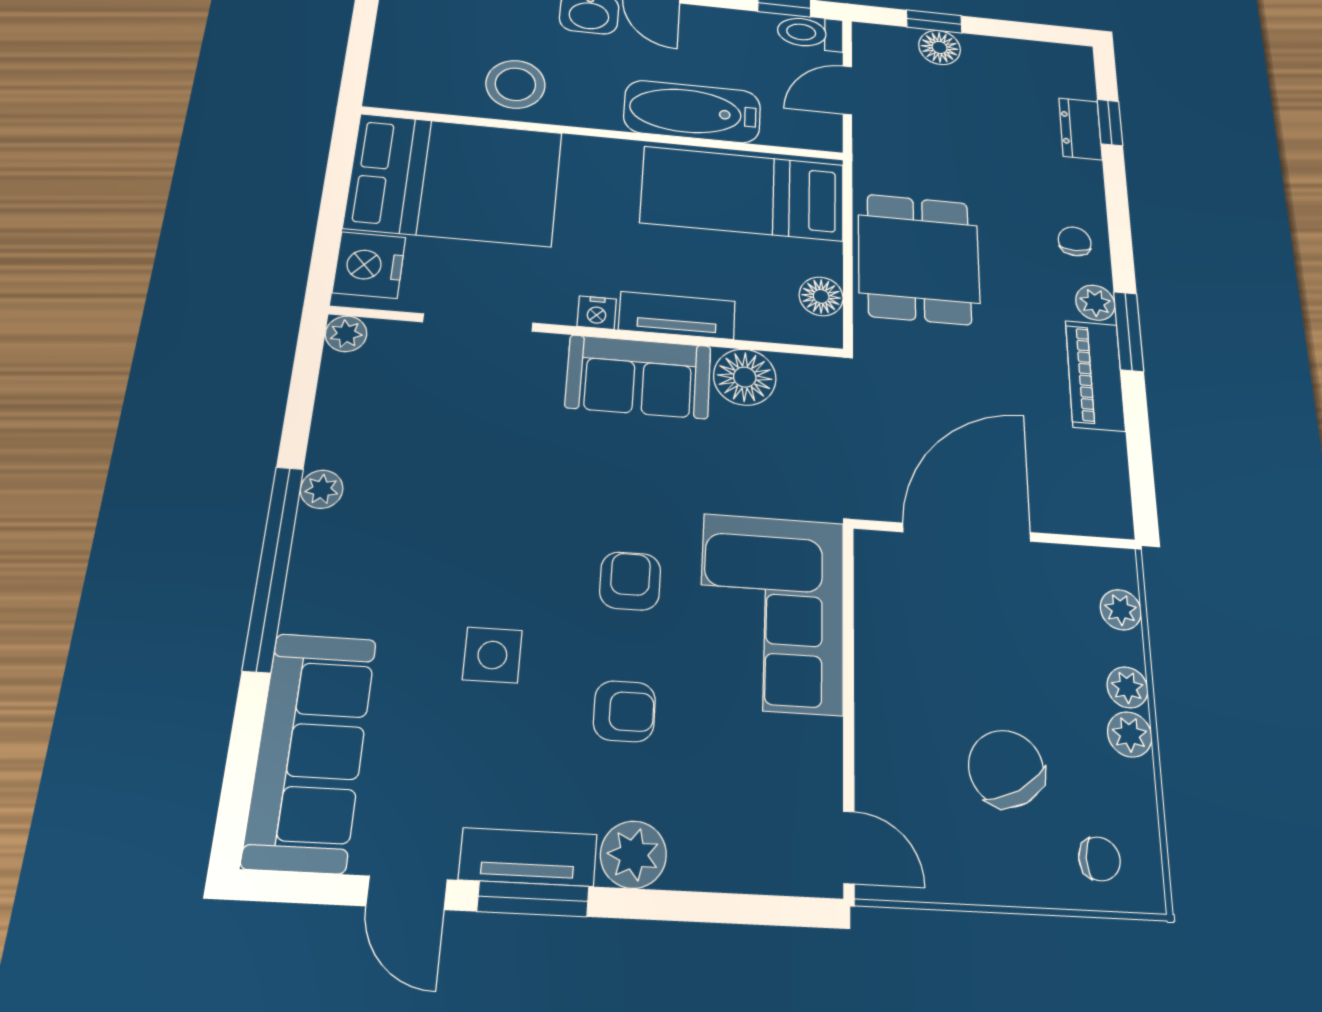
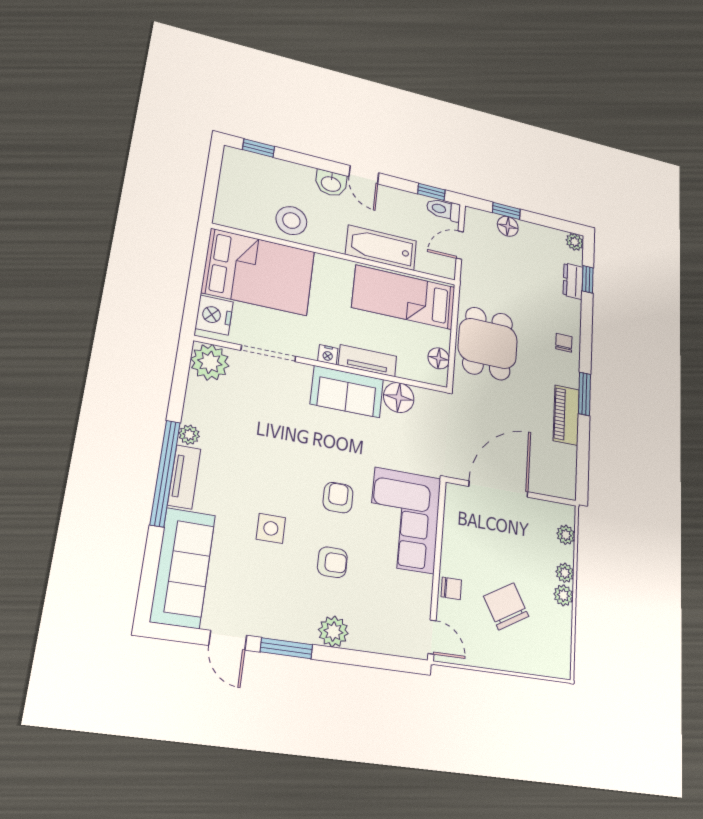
plant: (1095, 303) -> (575, 242), moved
plant: (346, 334) -> (210, 362), width x1.88, depth x1.88
tv unit: (528, 857) -> (184, 477), moved, turned 90
chair: (1099, 859) -> (451, 588), moved

